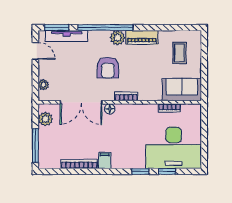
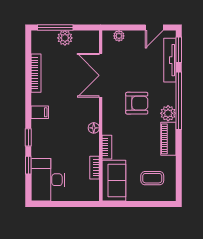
armchair: (108, 68) -> (137, 103), turned 180
bookcase: (126, 96) -> (107, 147), moved
floor lamp: (110, 109) -> (94, 128), moved
plant: (45, 119) -> (65, 38), moved
desk: (174, 148) -> (48, 180), width x0.73, depth x0.77
filing cabinet: (105, 160) -> (40, 112), moved

